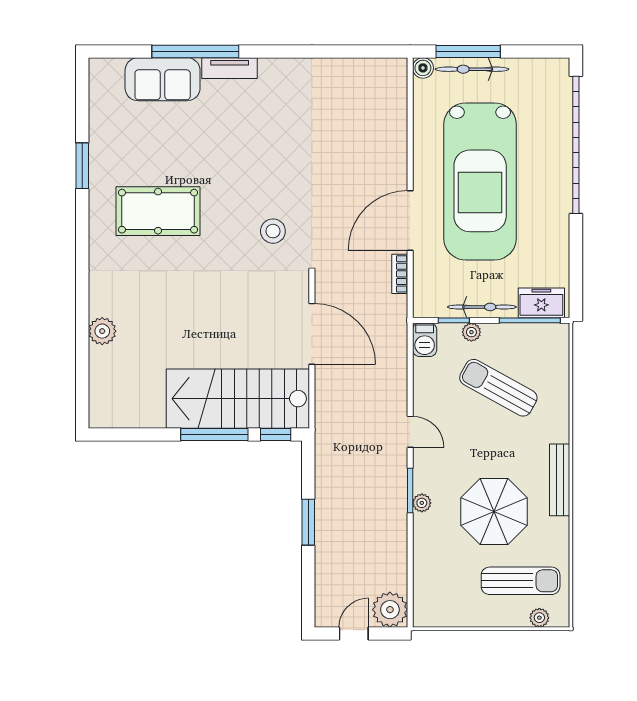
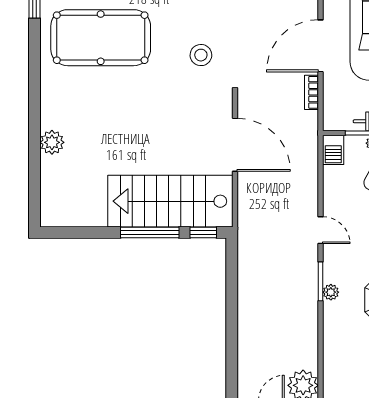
pool table: (158, 211) -> (101, 38), width x1.36, depth x1.32
window: (308, 522) -> (232, 309), removed

